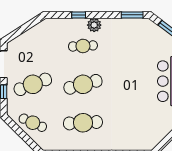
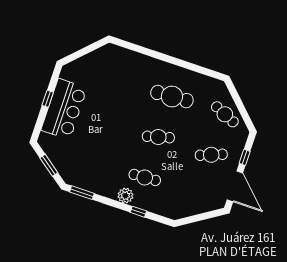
cafe table: (33, 84) -> (211, 155), width x0.73, depth x0.74
cafe table: (83, 84) -> (158, 137), width x0.73, depth x0.74

